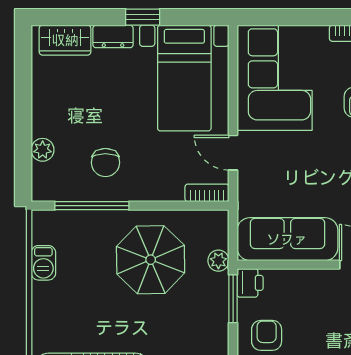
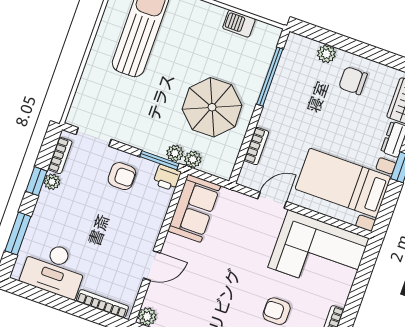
chair: (105, 163) -> (353, 81), moved
bookcase: (207, 193) -> (256, 146), moved
sofa: (287, 239) -> (194, 208), width x0.73
plant: (219, 284) -> (175, 153), added

